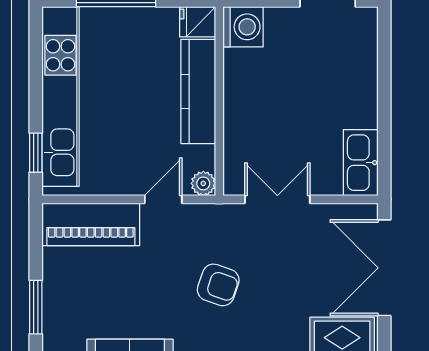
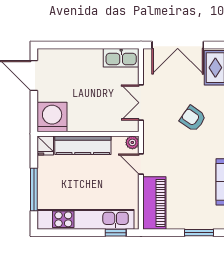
washing machine: (243, 27) -> (52, 117), width x1.37, depth x1.37
armchair: (218, 285) -> (193, 119), moved, turned -74

